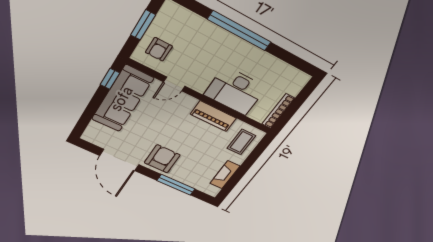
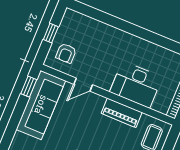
window: (143, 25) -> (51, 33), width x0.67
window: (239, 31) -> (129, 28), removed

